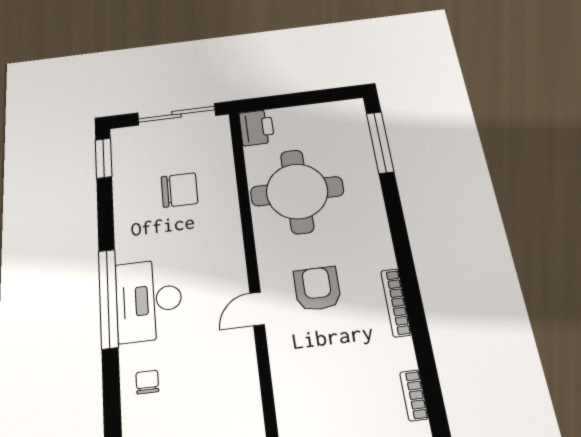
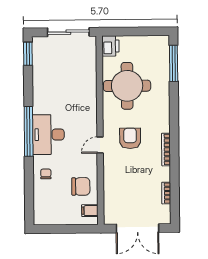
chair: (179, 190) -> (81, 186), moved

